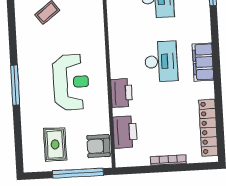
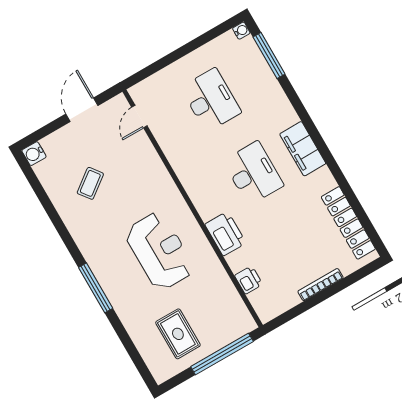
printer: (125, 132) -> (248, 280), width x0.53, depth x0.68
armchair: (99, 146) -> (230, 310), removed

